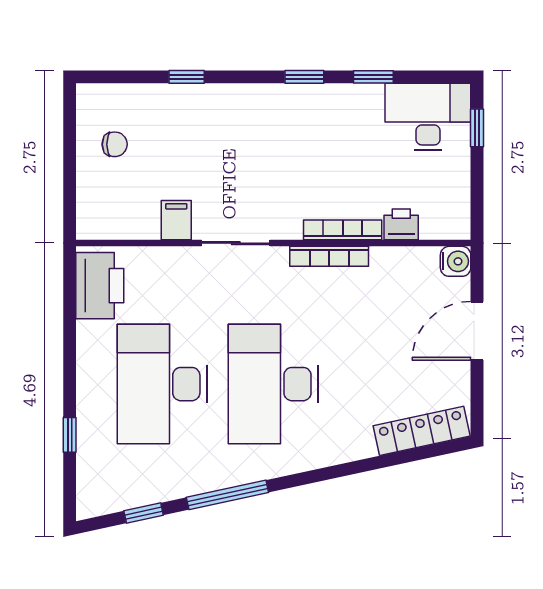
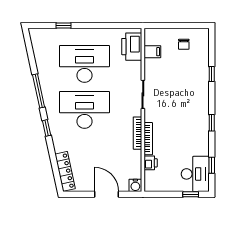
window: (373, 77) -> (212, 165), moved
filing cabinet: (176, 220) -> (152, 52), moved
printer: (100, 286) -> (132, 47), moved, turned 90
window: (144, 513) -> (47, 128), moved

